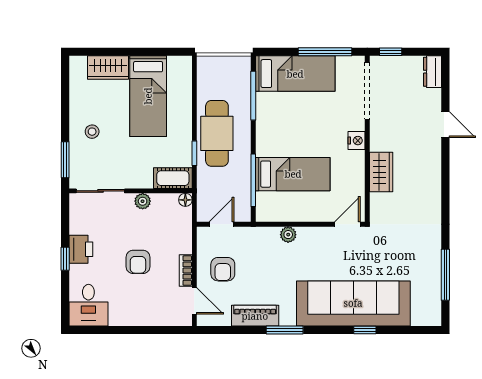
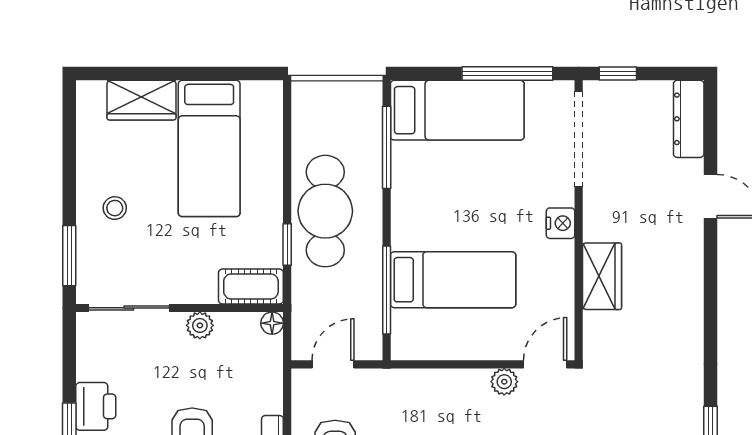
dresser: (432, 72) -> (689, 119), width x1.44
plant: (288, 235) -> (504, 382), moved

